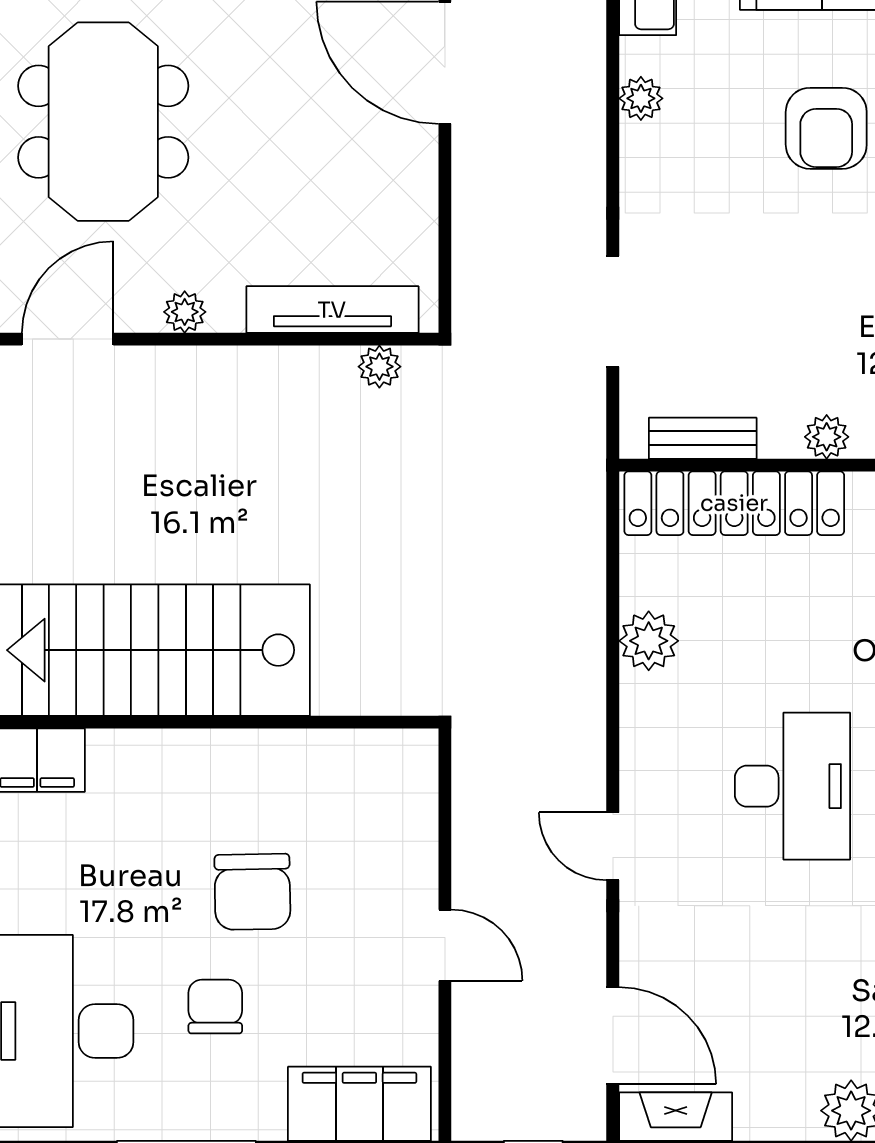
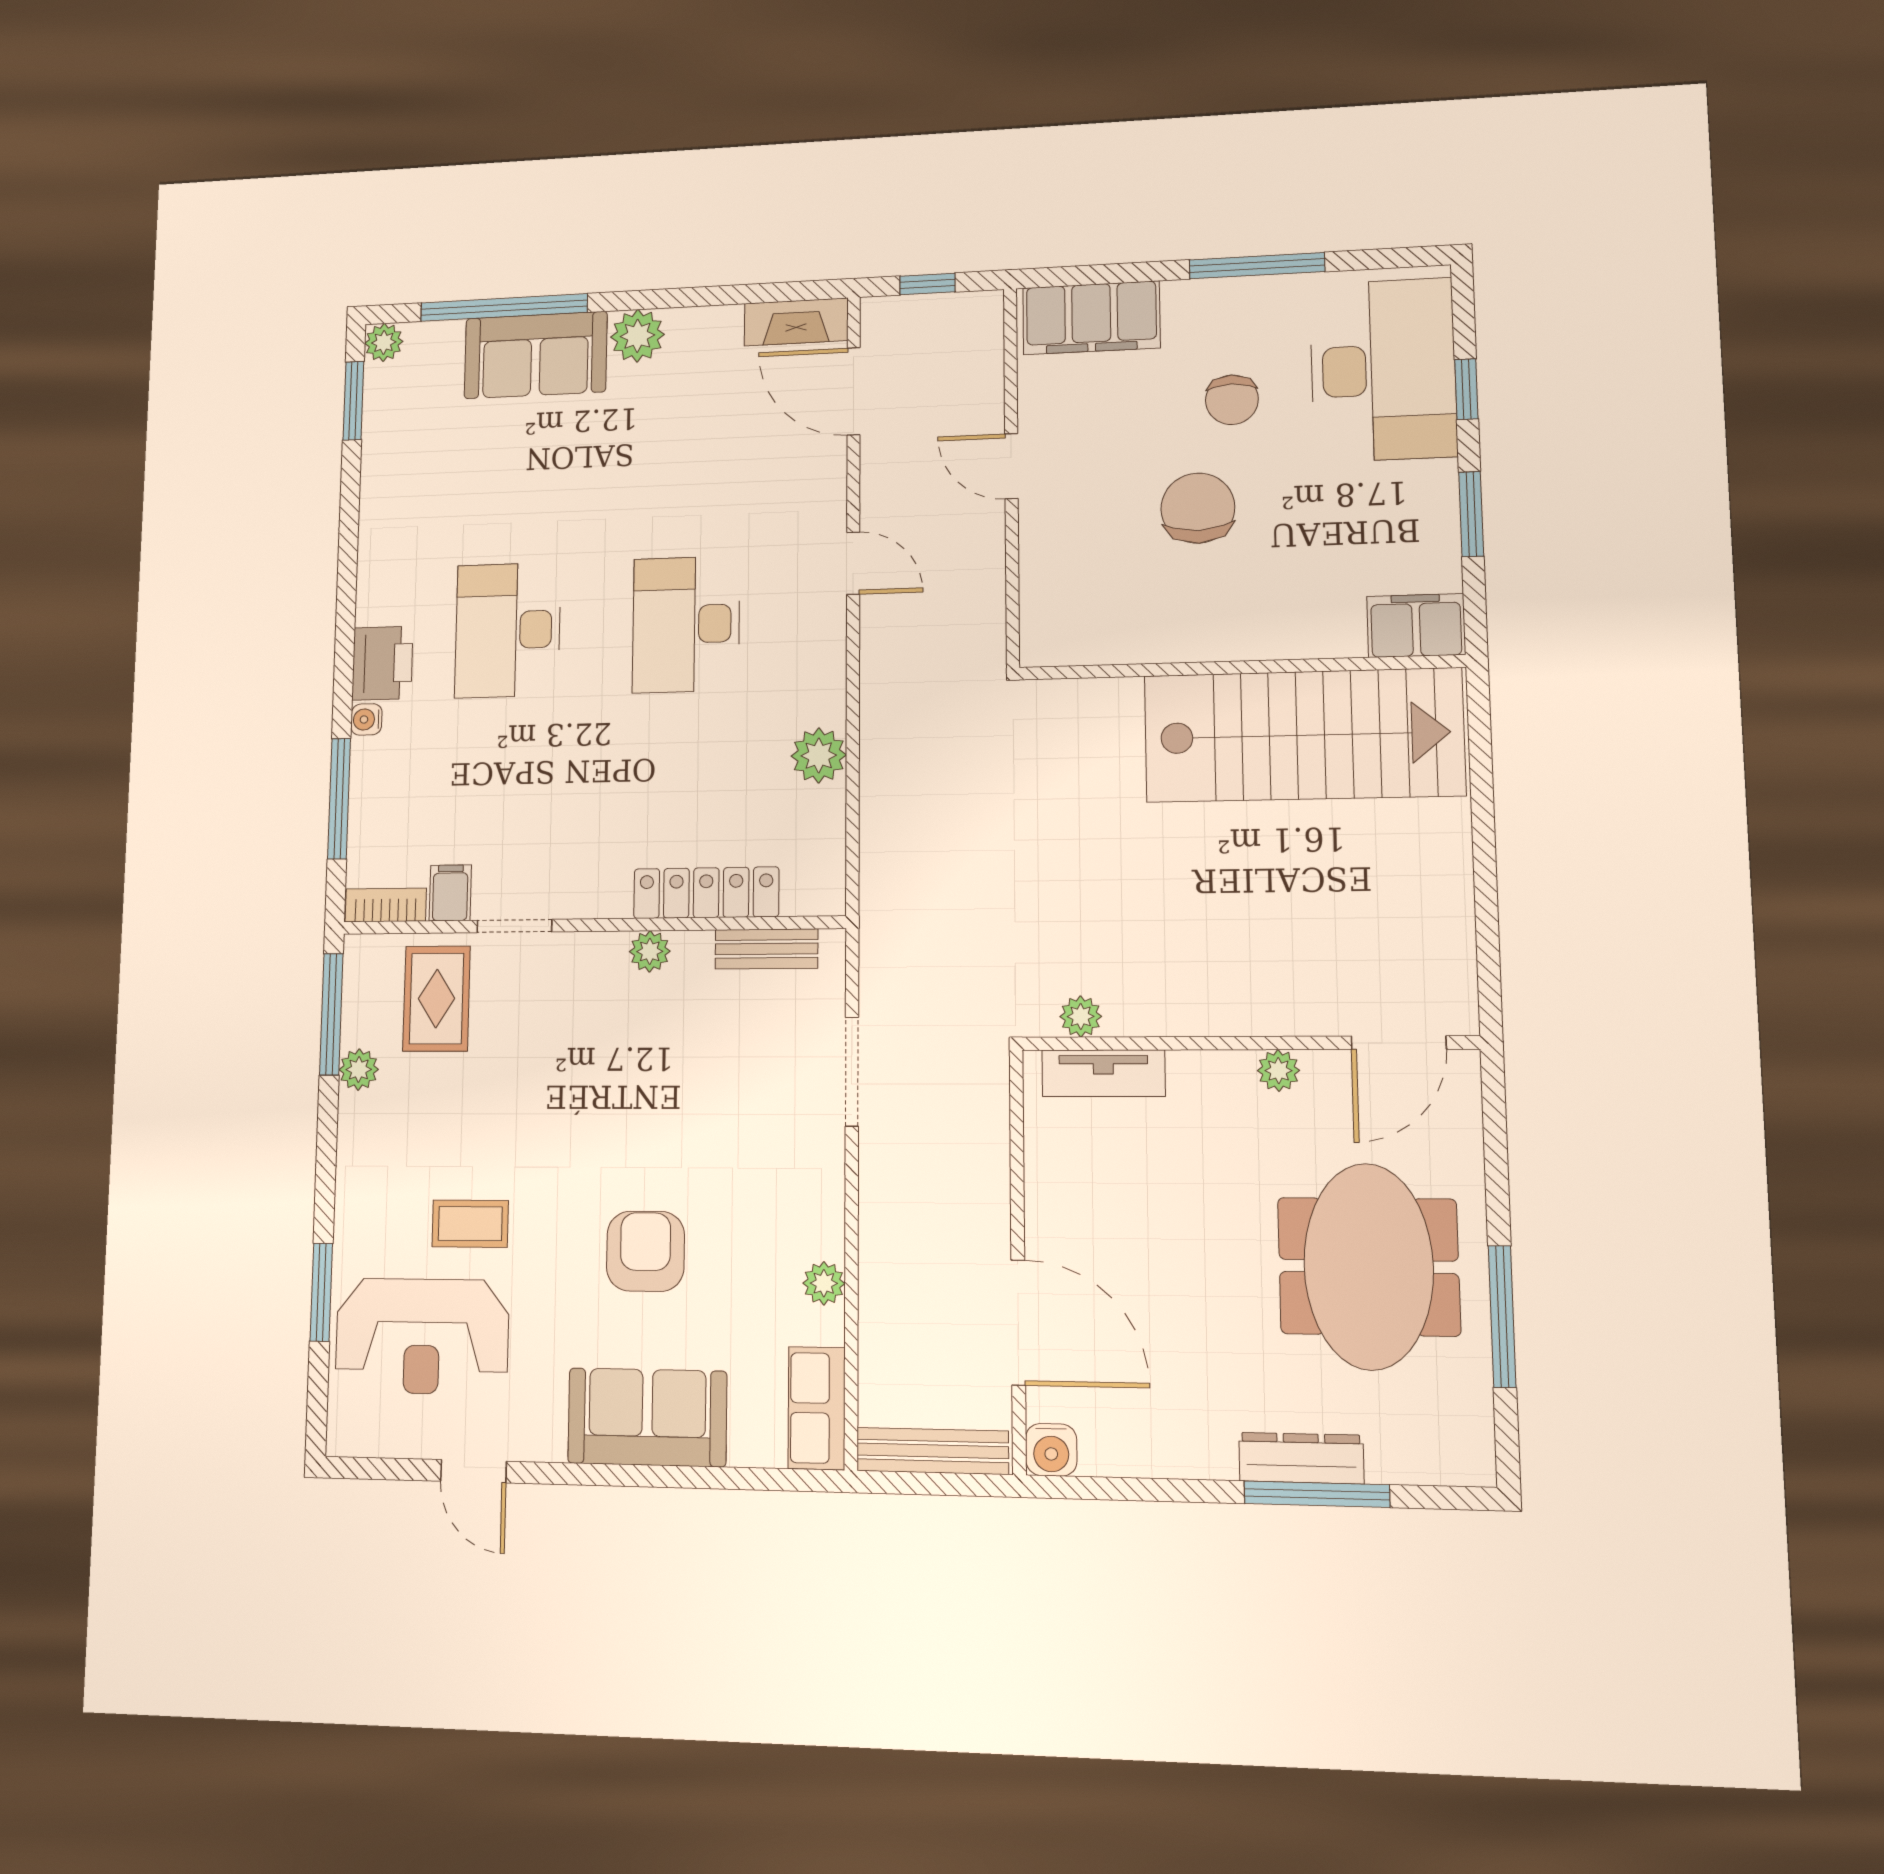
tv unit: (332, 310) -> (1103, 1073), width x0.71
locker: (734, 503) -> (706, 893), width x0.71, depth x0.83

